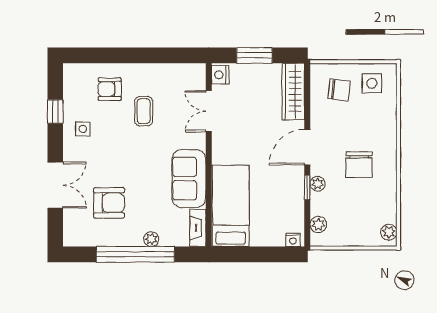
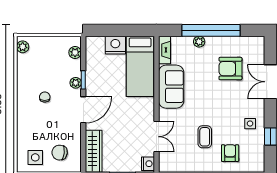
armchair: (110, 89) -> (230, 153), turned -90
chair: (359, 165) -> (45, 97), width x0.54, depth x0.54
nightstand: (293, 240) -> (115, 45), moved, width x1.89, depth x1.79

